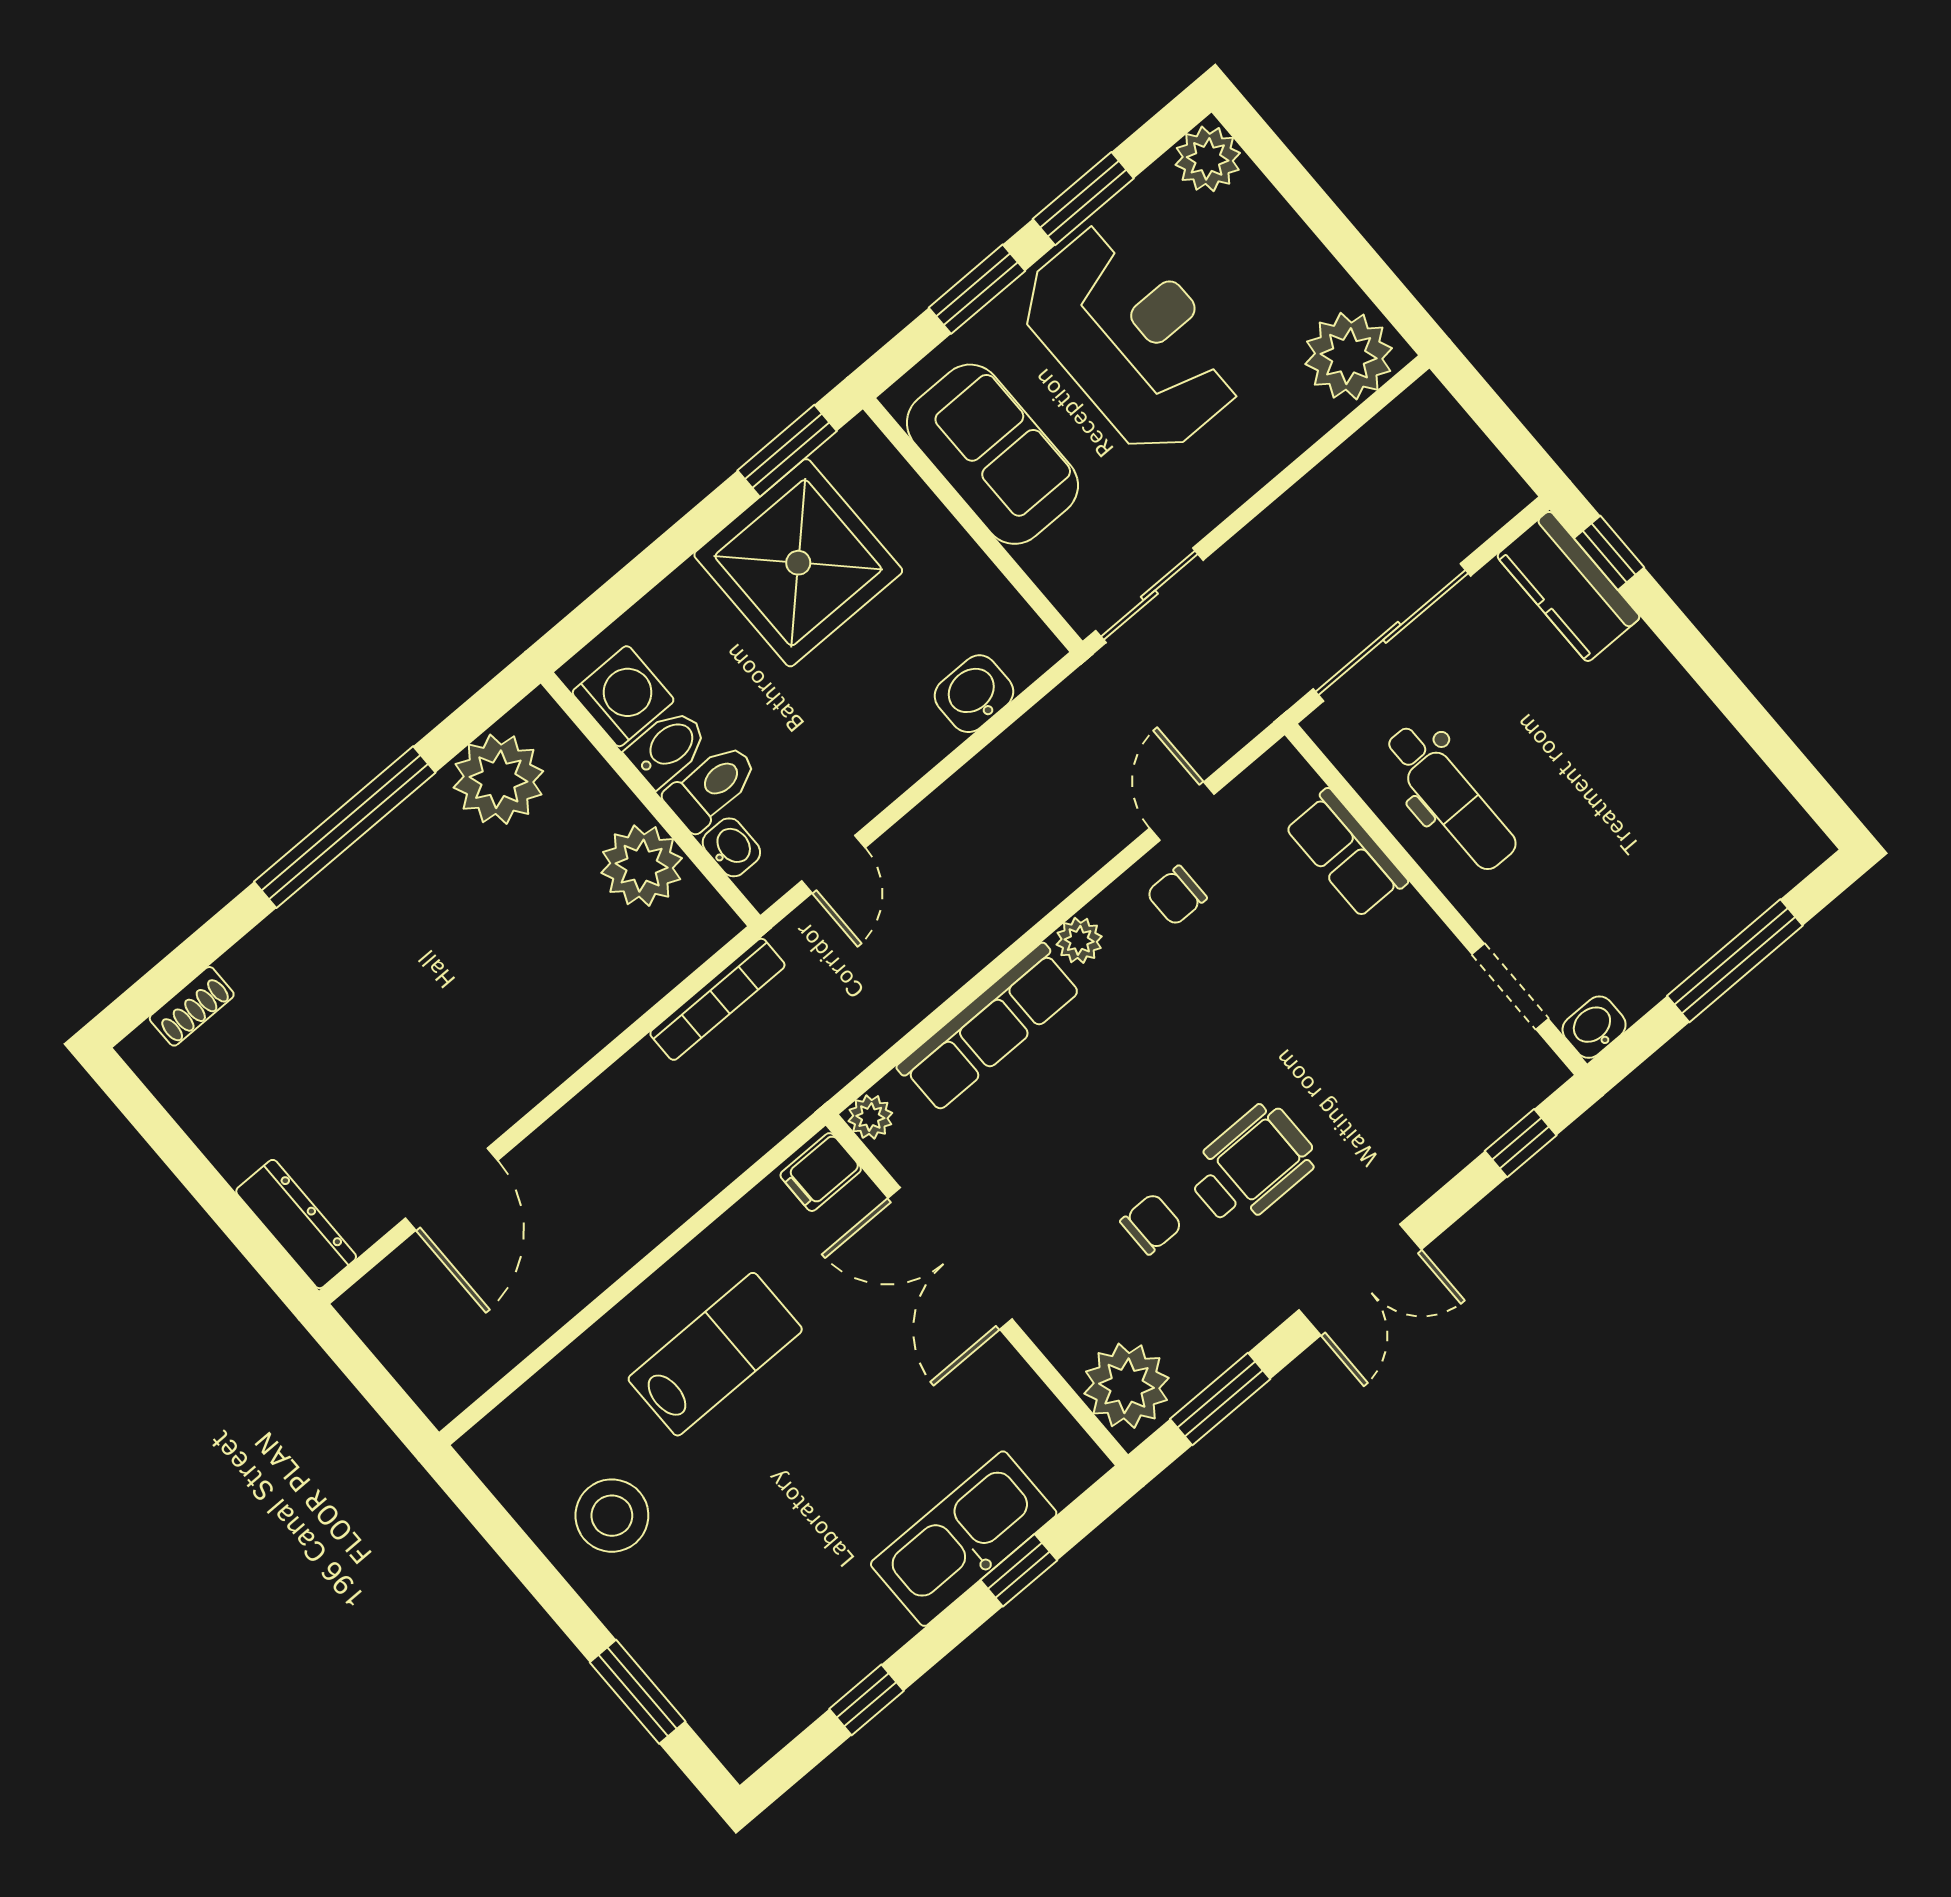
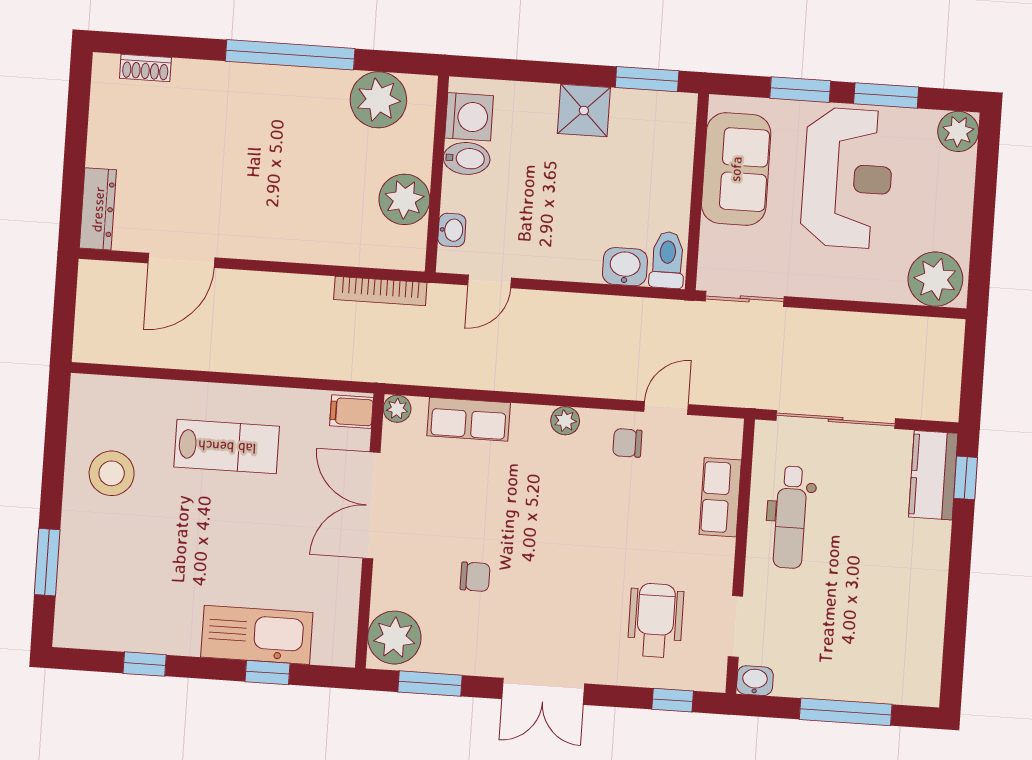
shower: (798, 563) -> (584, 110), width x0.54, depth x0.54
toilet: (711, 787) -> (667, 260), moved, turned -90
row of seats: (989, 1028) -> (469, 419), width x0.68
wheelchair: (1251, 1166) -> (656, 620), moved, turned -90

